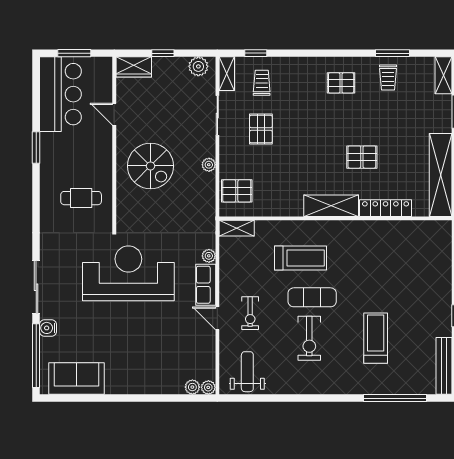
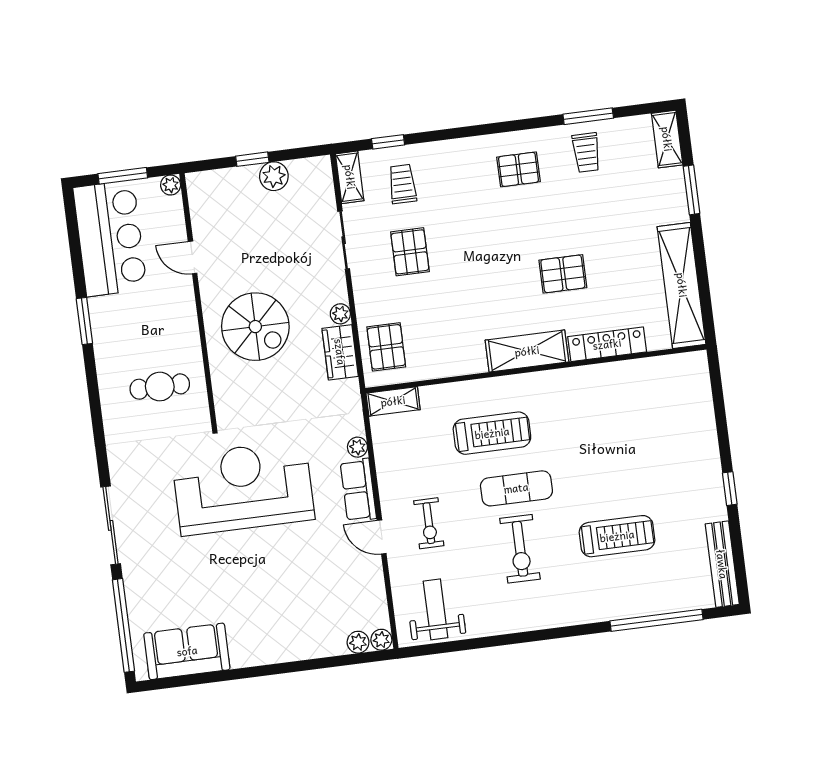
plant: (106, 63) -> (171, 185), added
plant: (198, 66) -> (274, 176), moved
wardrobe: (134, 67) -> (340, 352), moved, turned 90
pallet: (237, 191) -> (386, 347), turned 90
water cooler: (48, 328) -> (136, 583), removed
treadmill: (376, 338) -> (617, 536), turned 90

